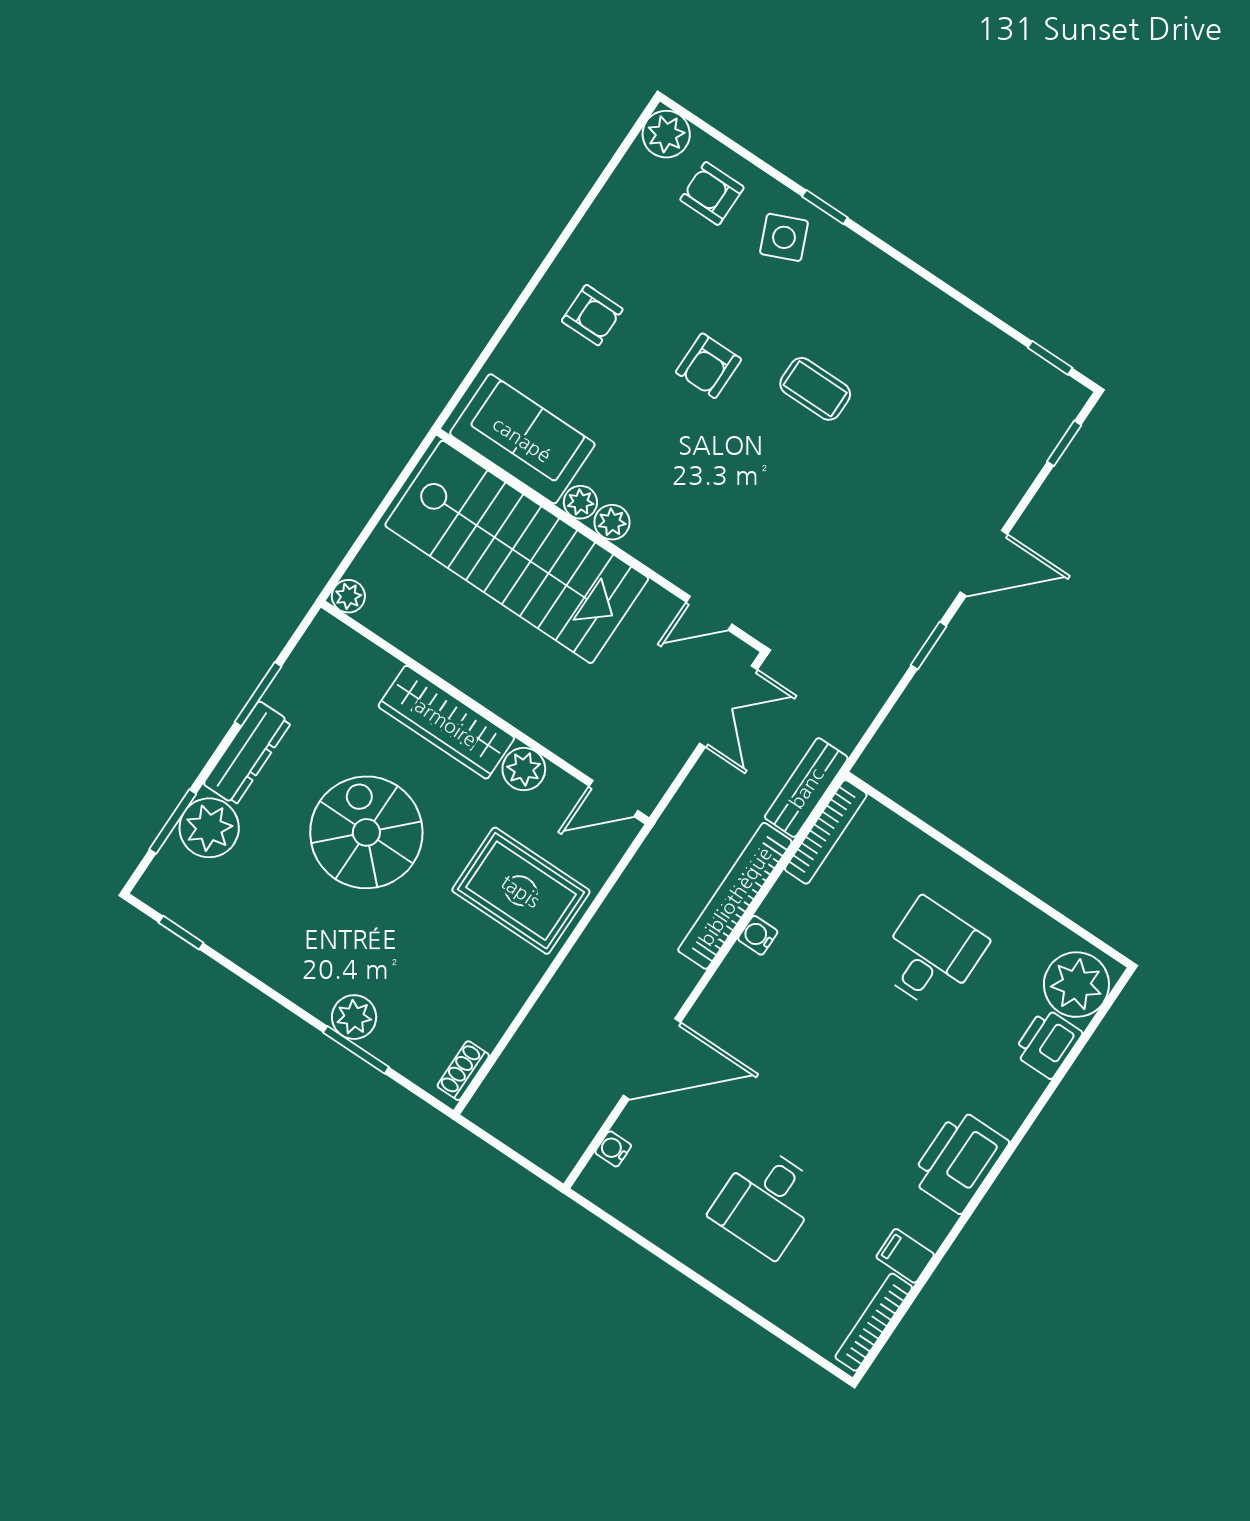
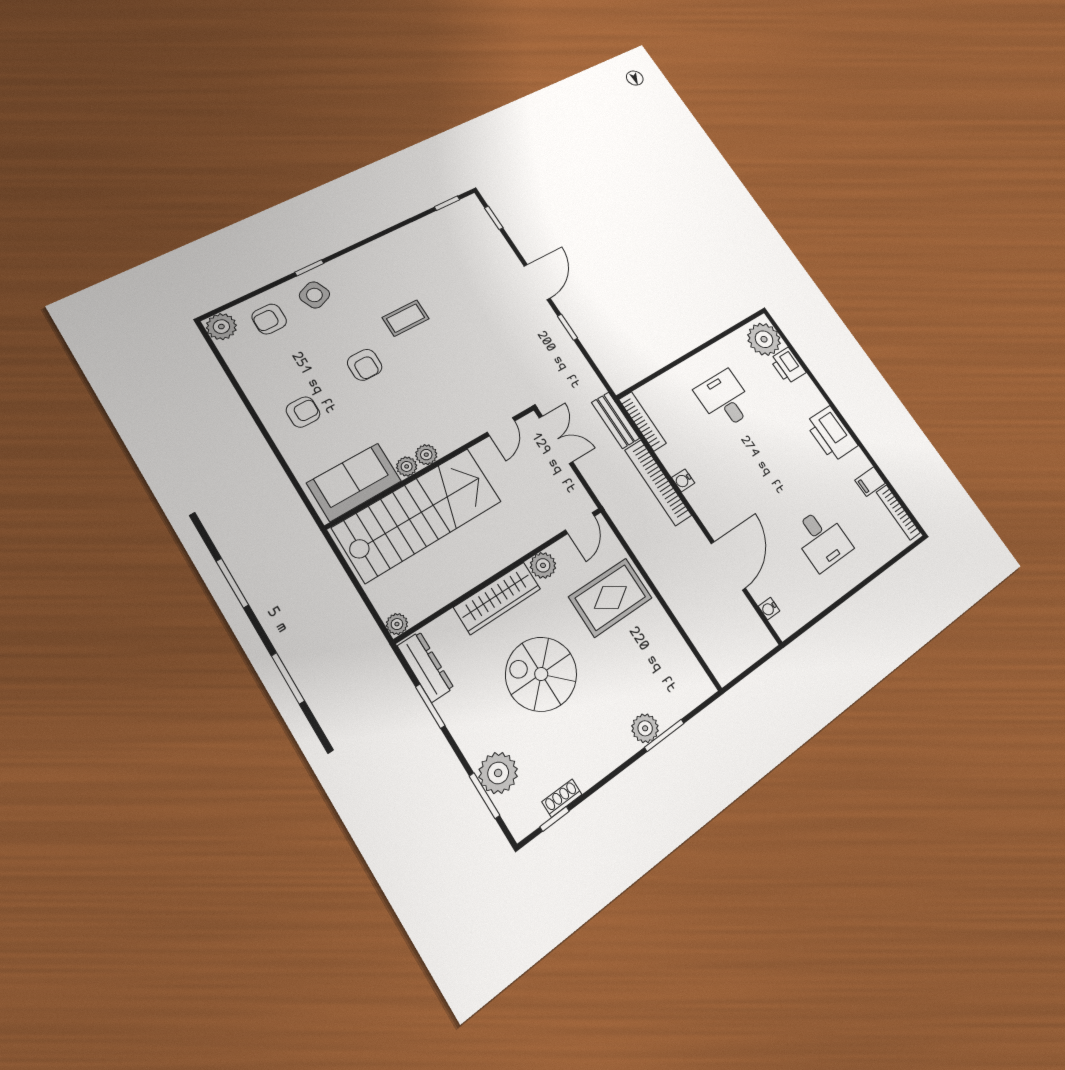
dresser: (247, 753) -> (426, 667), moved
shoe rack: (463, 1071) -> (562, 798), moved, turned 90

